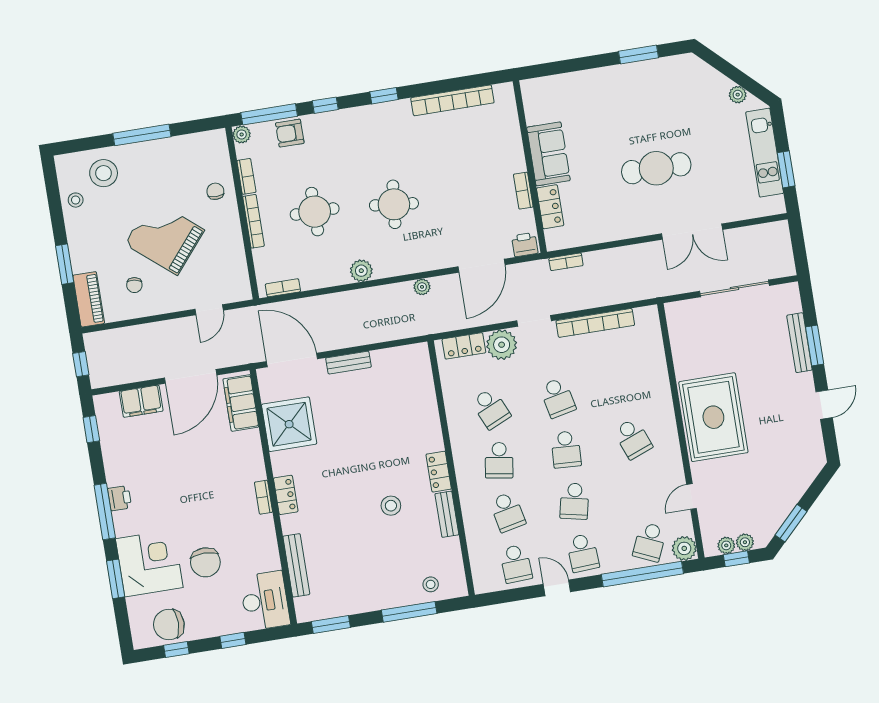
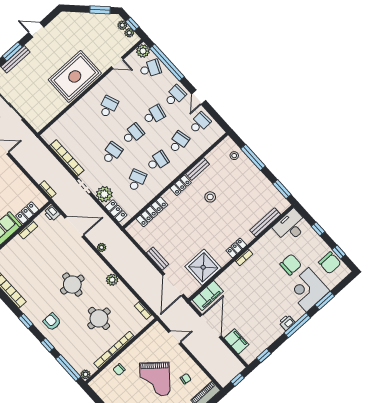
armchair: (290, 133) -> (52, 322), moved, turned 180
door: (191, 376) -> (211, 326), hinge flipped
locker: (427, 401) -> (152, 212), added

